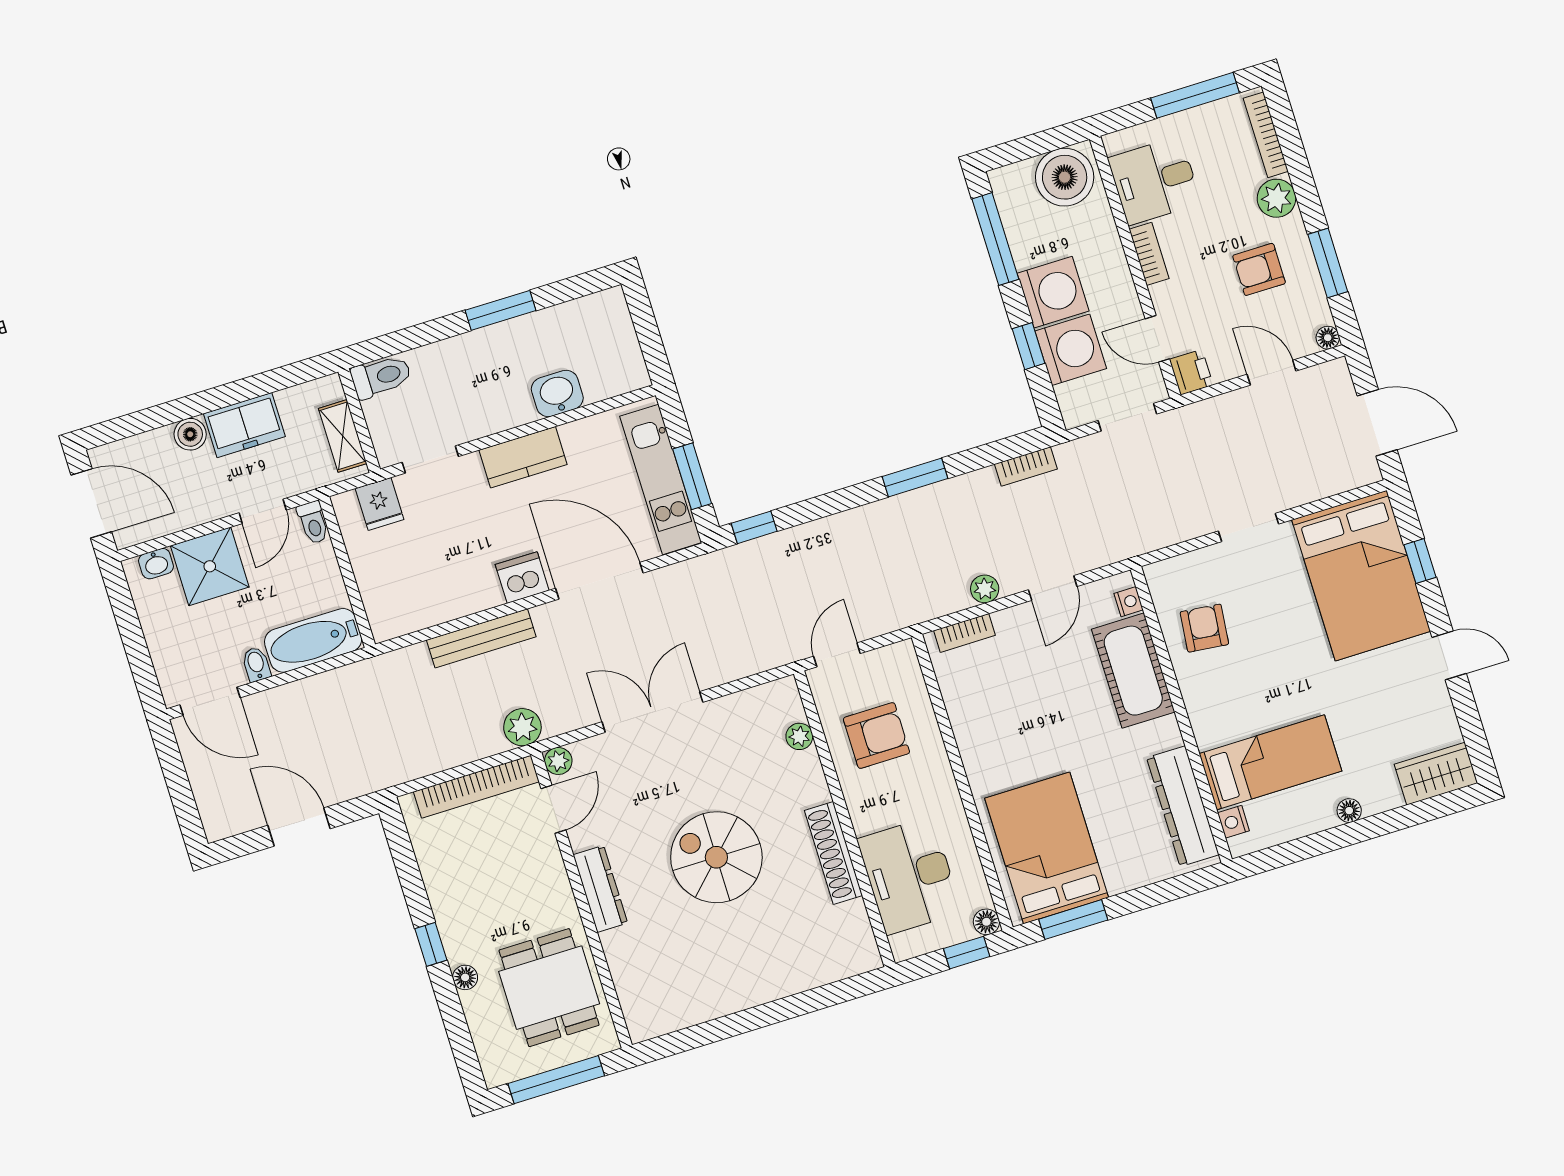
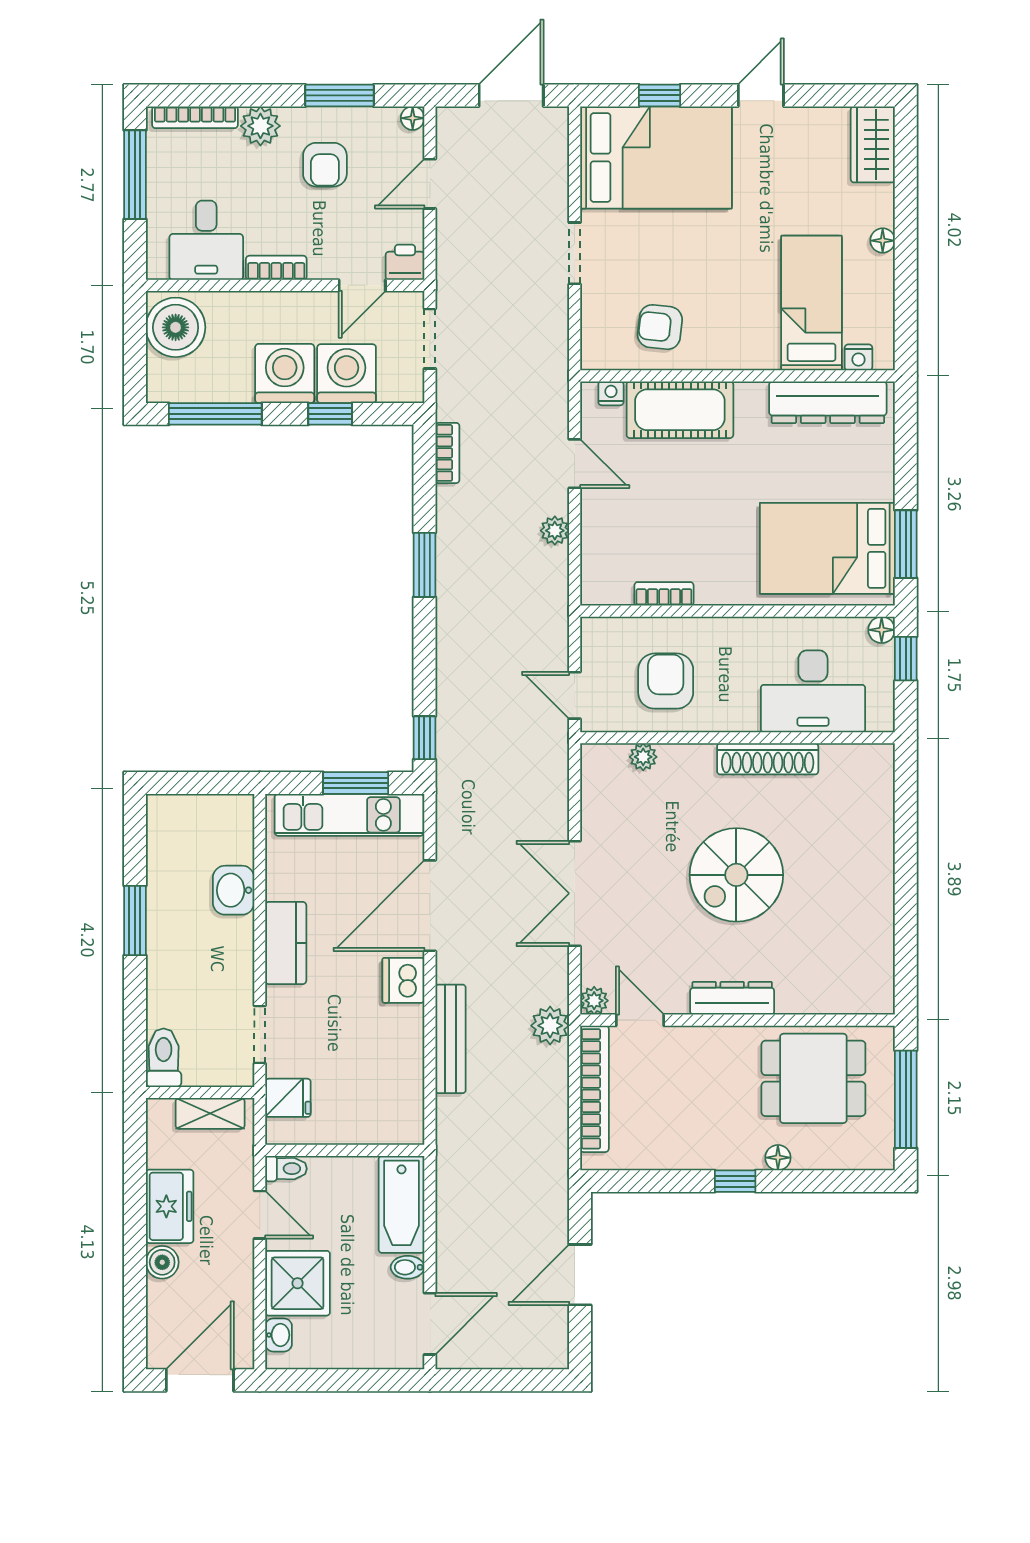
bookcase: (964, 633) -> (664, 594), moved, turned -90

